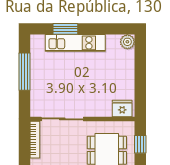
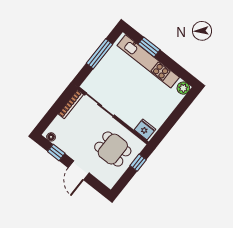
kitchen unit: (75, 43) -> (148, 61), width x1.36

